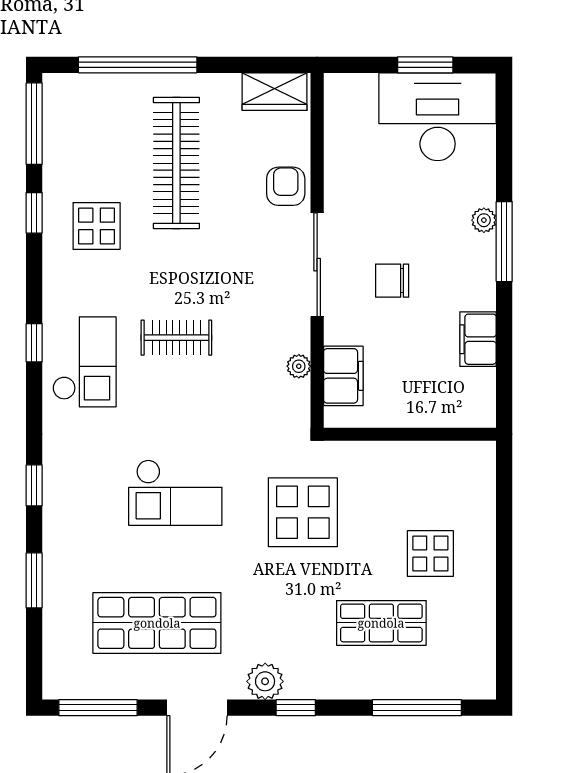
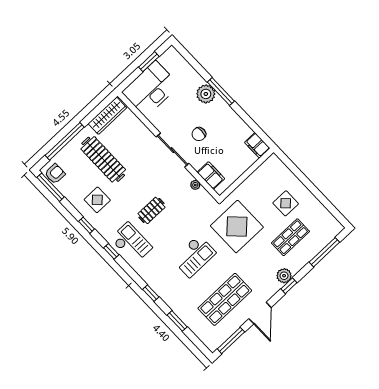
wardrobe: (275, 92) -> (107, 116), width x1.50
desk: (438, 117) -> (151, 89), moved
armchair: (286, 186) -> (55, 174), moved, turned 90
window: (34, 213) -> (87, 225), moved
plant: (484, 220) -> (206, 94), width x1.87, depth x1.87
filing cabinet: (478, 339) -> (257, 145), moved
display table: (303, 512) -> (237, 227), width x1.36, depth x1.36
plant: (265, 681) -> (284, 276), moved

